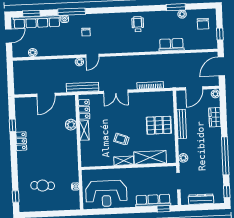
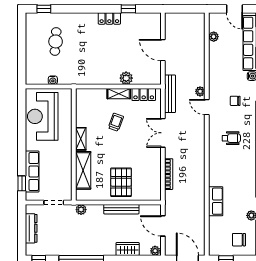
wheelchair: (138, 24) -> (231, 138), moved
trolley: (121, 139) -> (116, 122), moved

